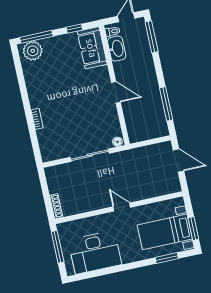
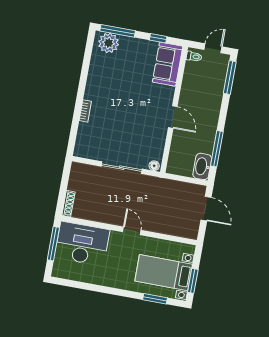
washbasin: (117, 49) -> (202, 166), moved, turned 180
desk: (95, 252) -> (82, 244), moved, turned 180

